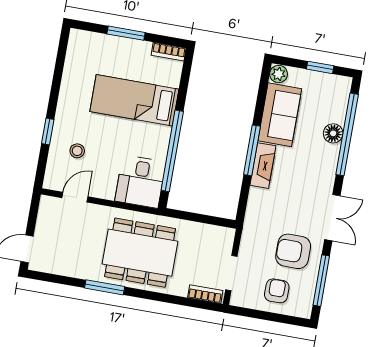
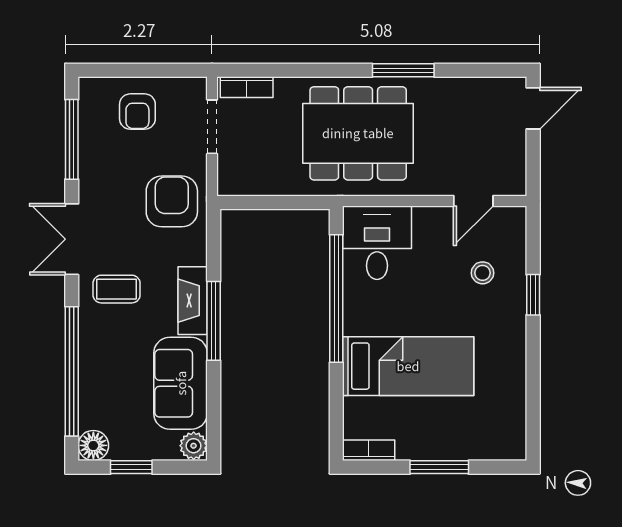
floor lamp: (333, 133) -> (93, 445), moved
coffee table: (310, 181) -> (117, 289), added
armchair: (293, 251) -> (172, 201), moved, turned -90

